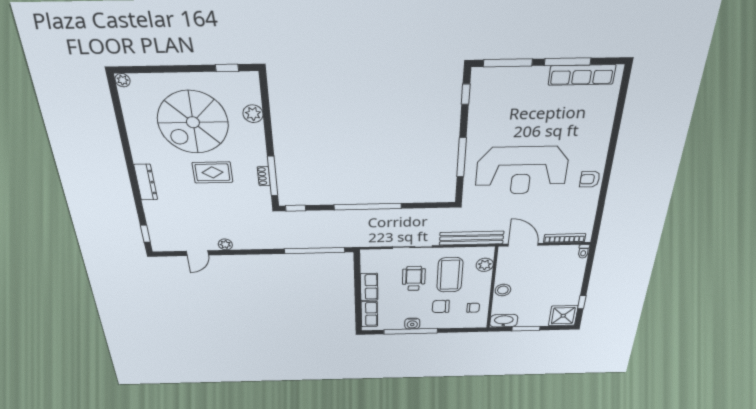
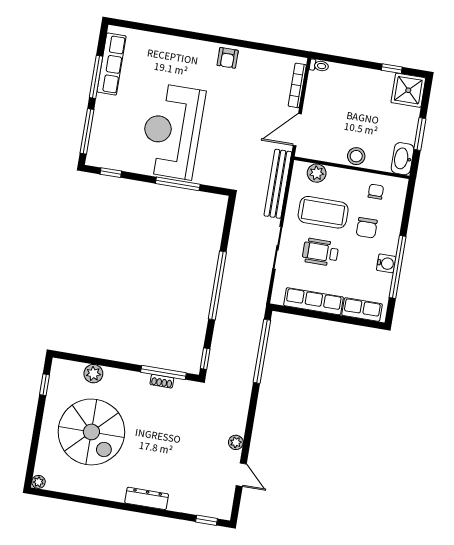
reception desk: (522, 171) -> (172, 131), moved, turned 180
rug: (212, 172) -> (148, 430), removed
row of seats: (369, 287) -> (313, 301), width x1.48

